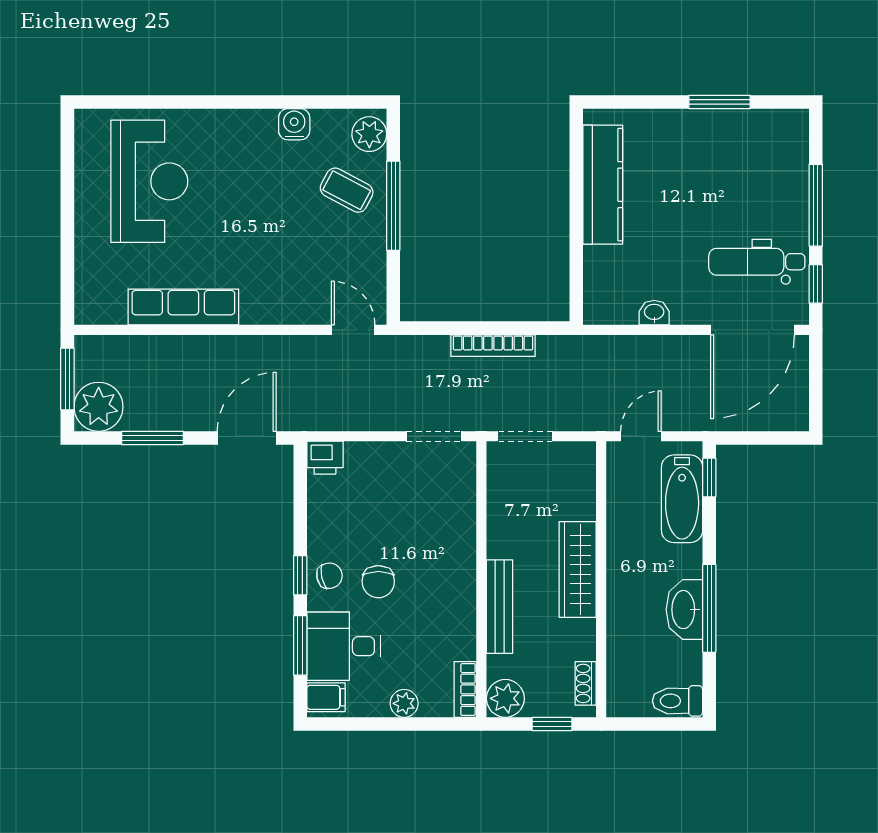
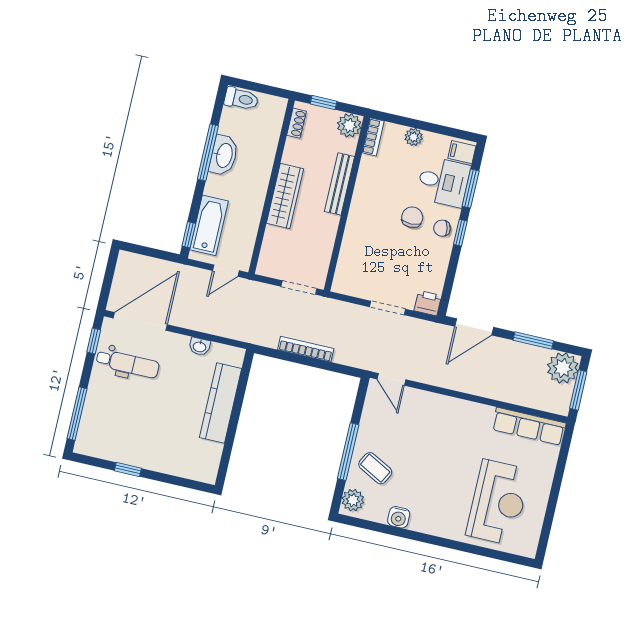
window: (719, 102) -> (128, 469), width x0.67
reception desk: (149, 181) -> (498, 502), turned 180
kitchen counter: (603, 185) -> (221, 403), moved
window: (816, 205) -> (77, 414), moved
row of seats: (183, 307) -> (529, 426), moved
doorway: (434, 436) -> (388, 308), moved

